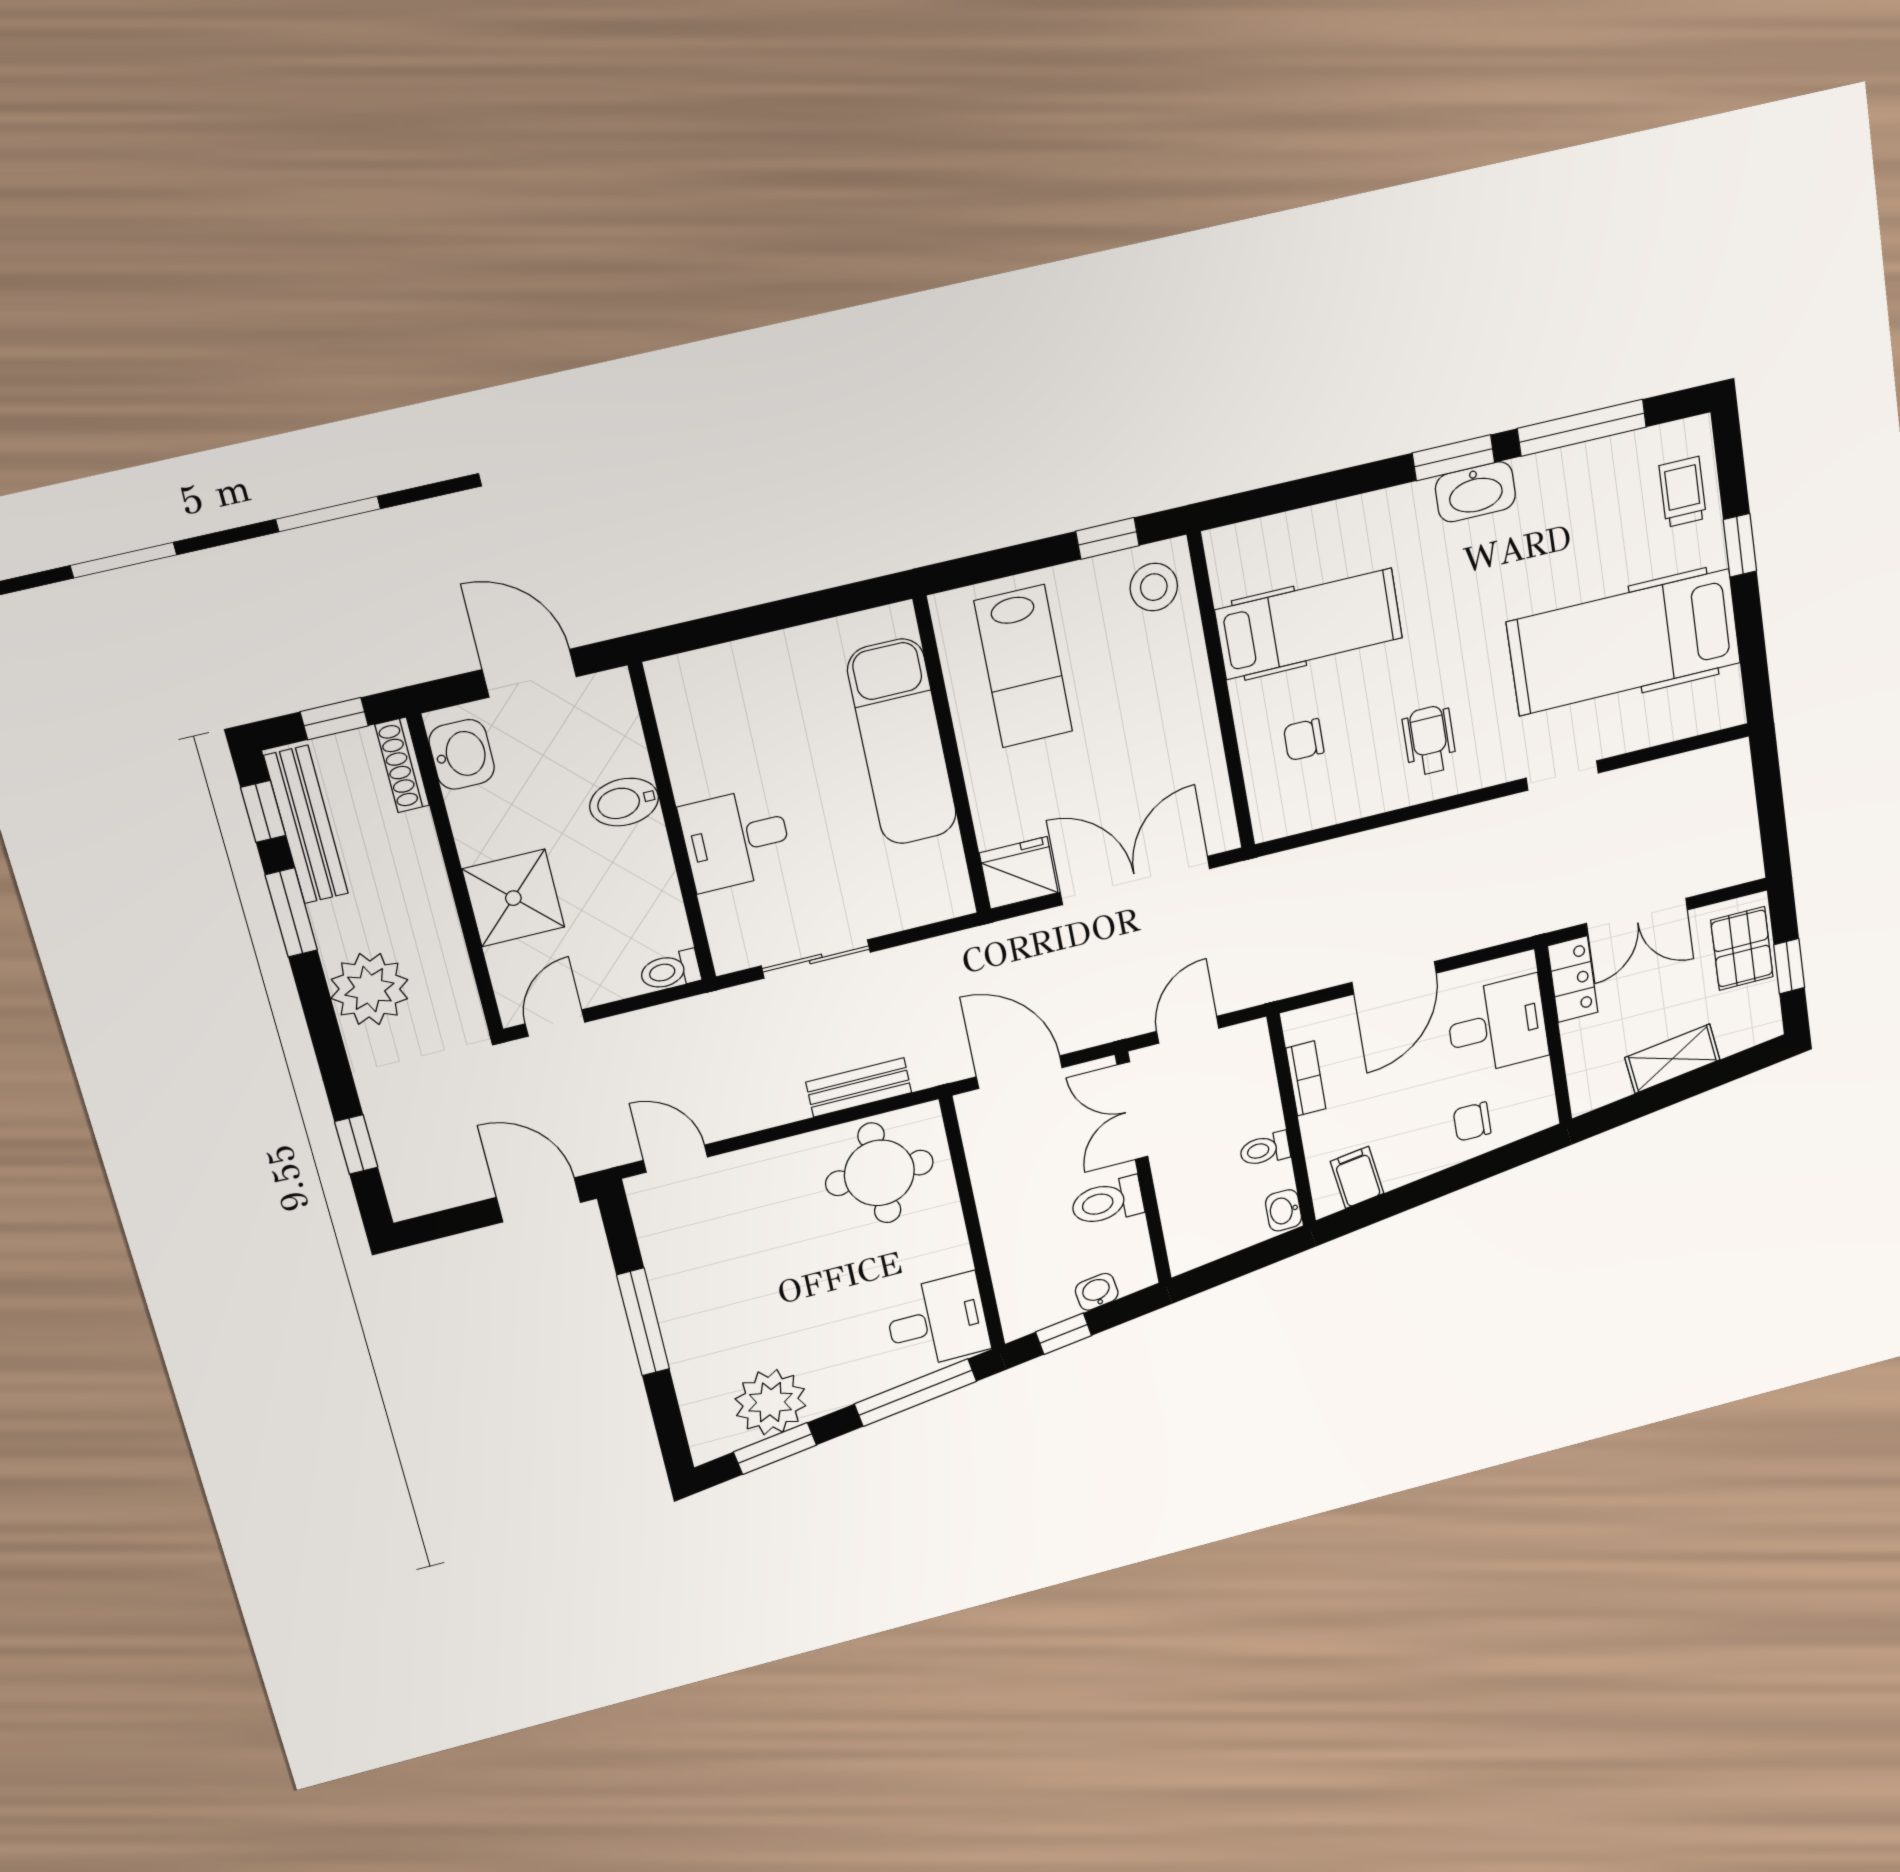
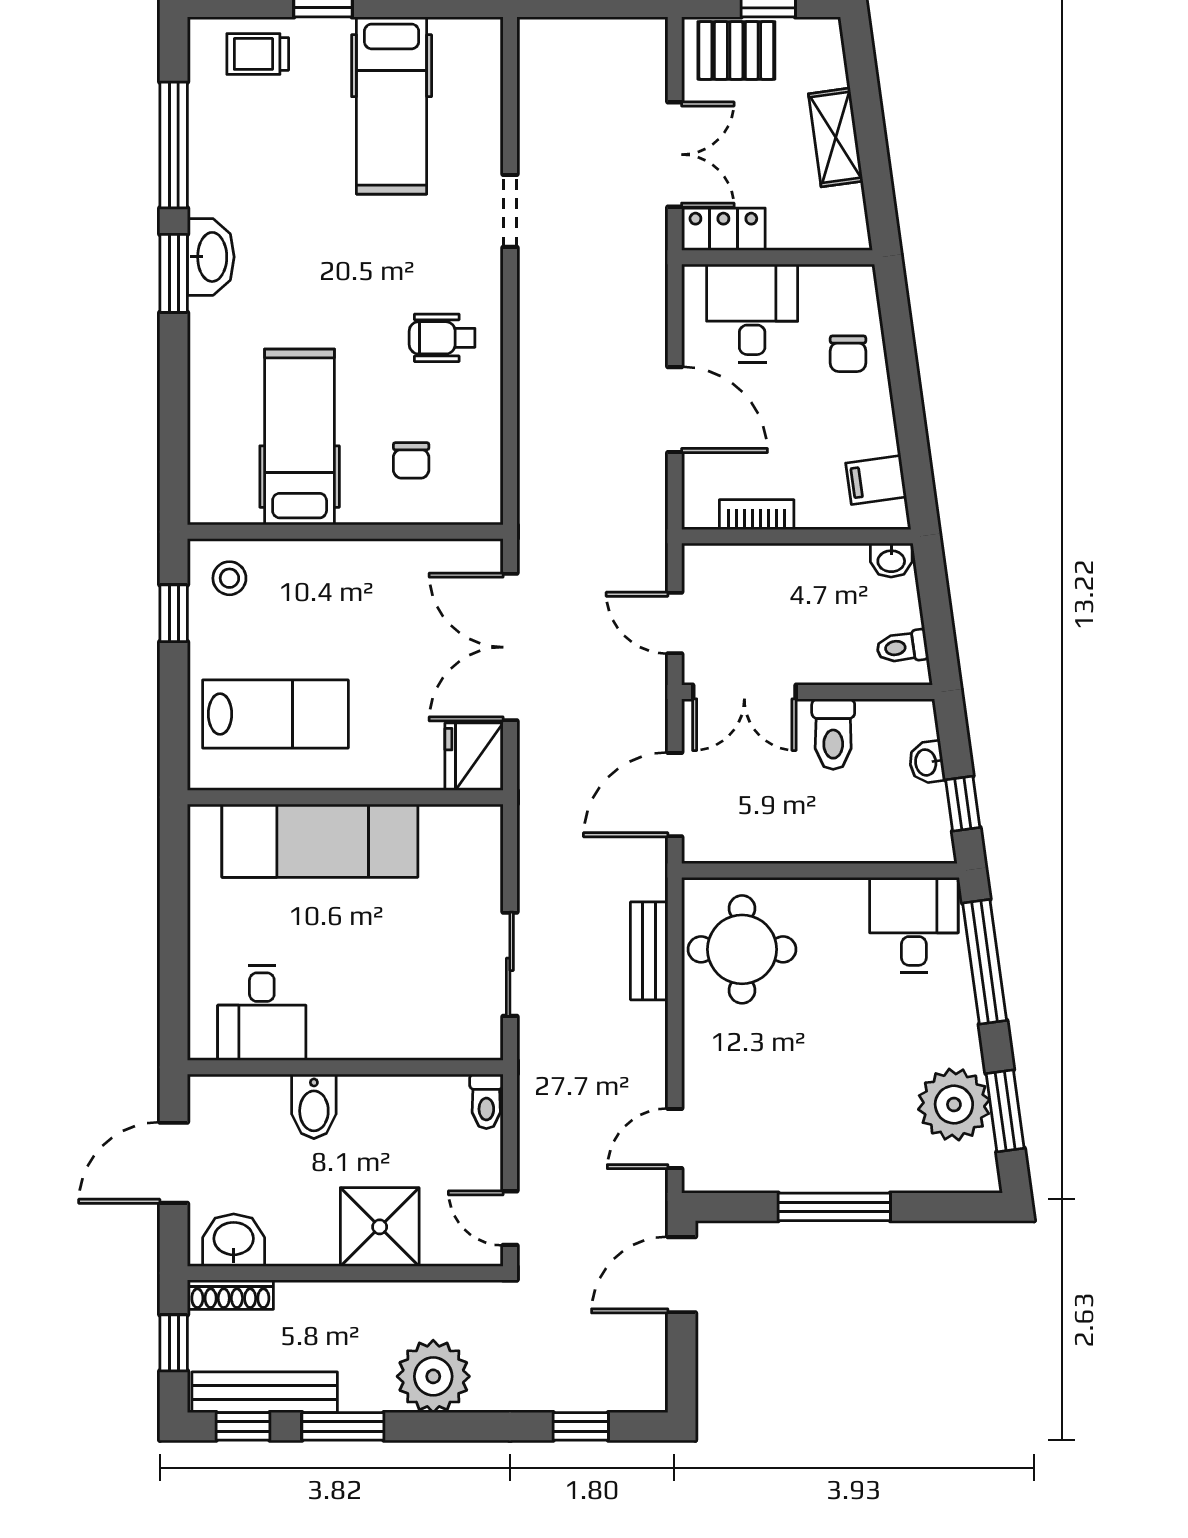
stool: (1154, 587) -> (229, 578), width x0.73, depth x0.73
hospital bed: (1624, 642) -> (392, 106), width x0.73, depth x0.78
desk: (736, 839) -> (262, 1013), moved
toilet: (1265, 1149) -> (902, 647), moved, turned 82

